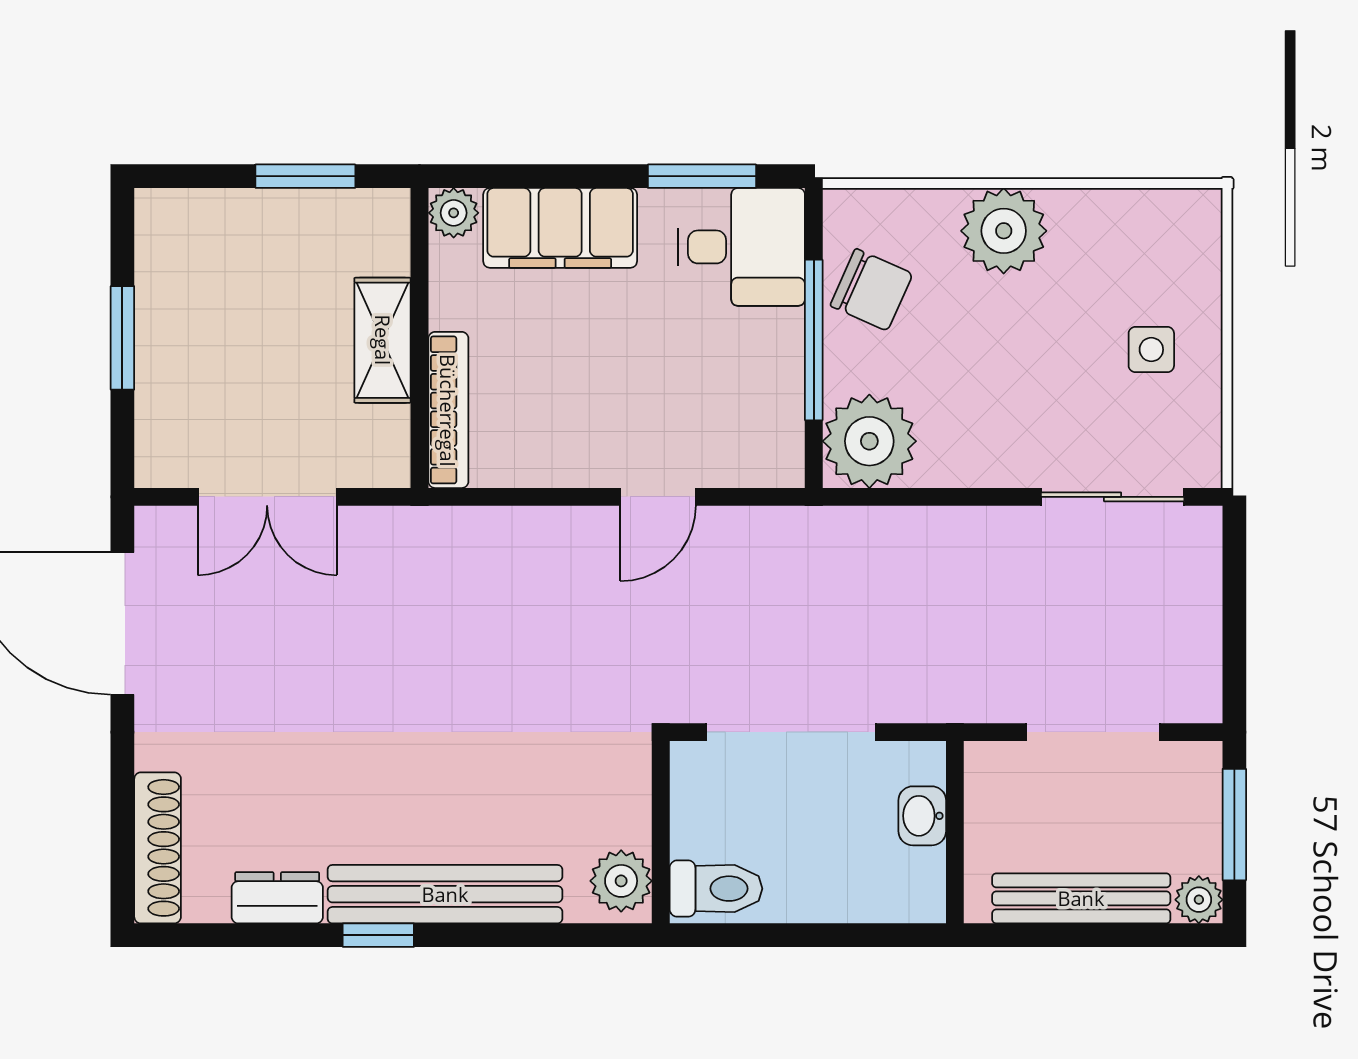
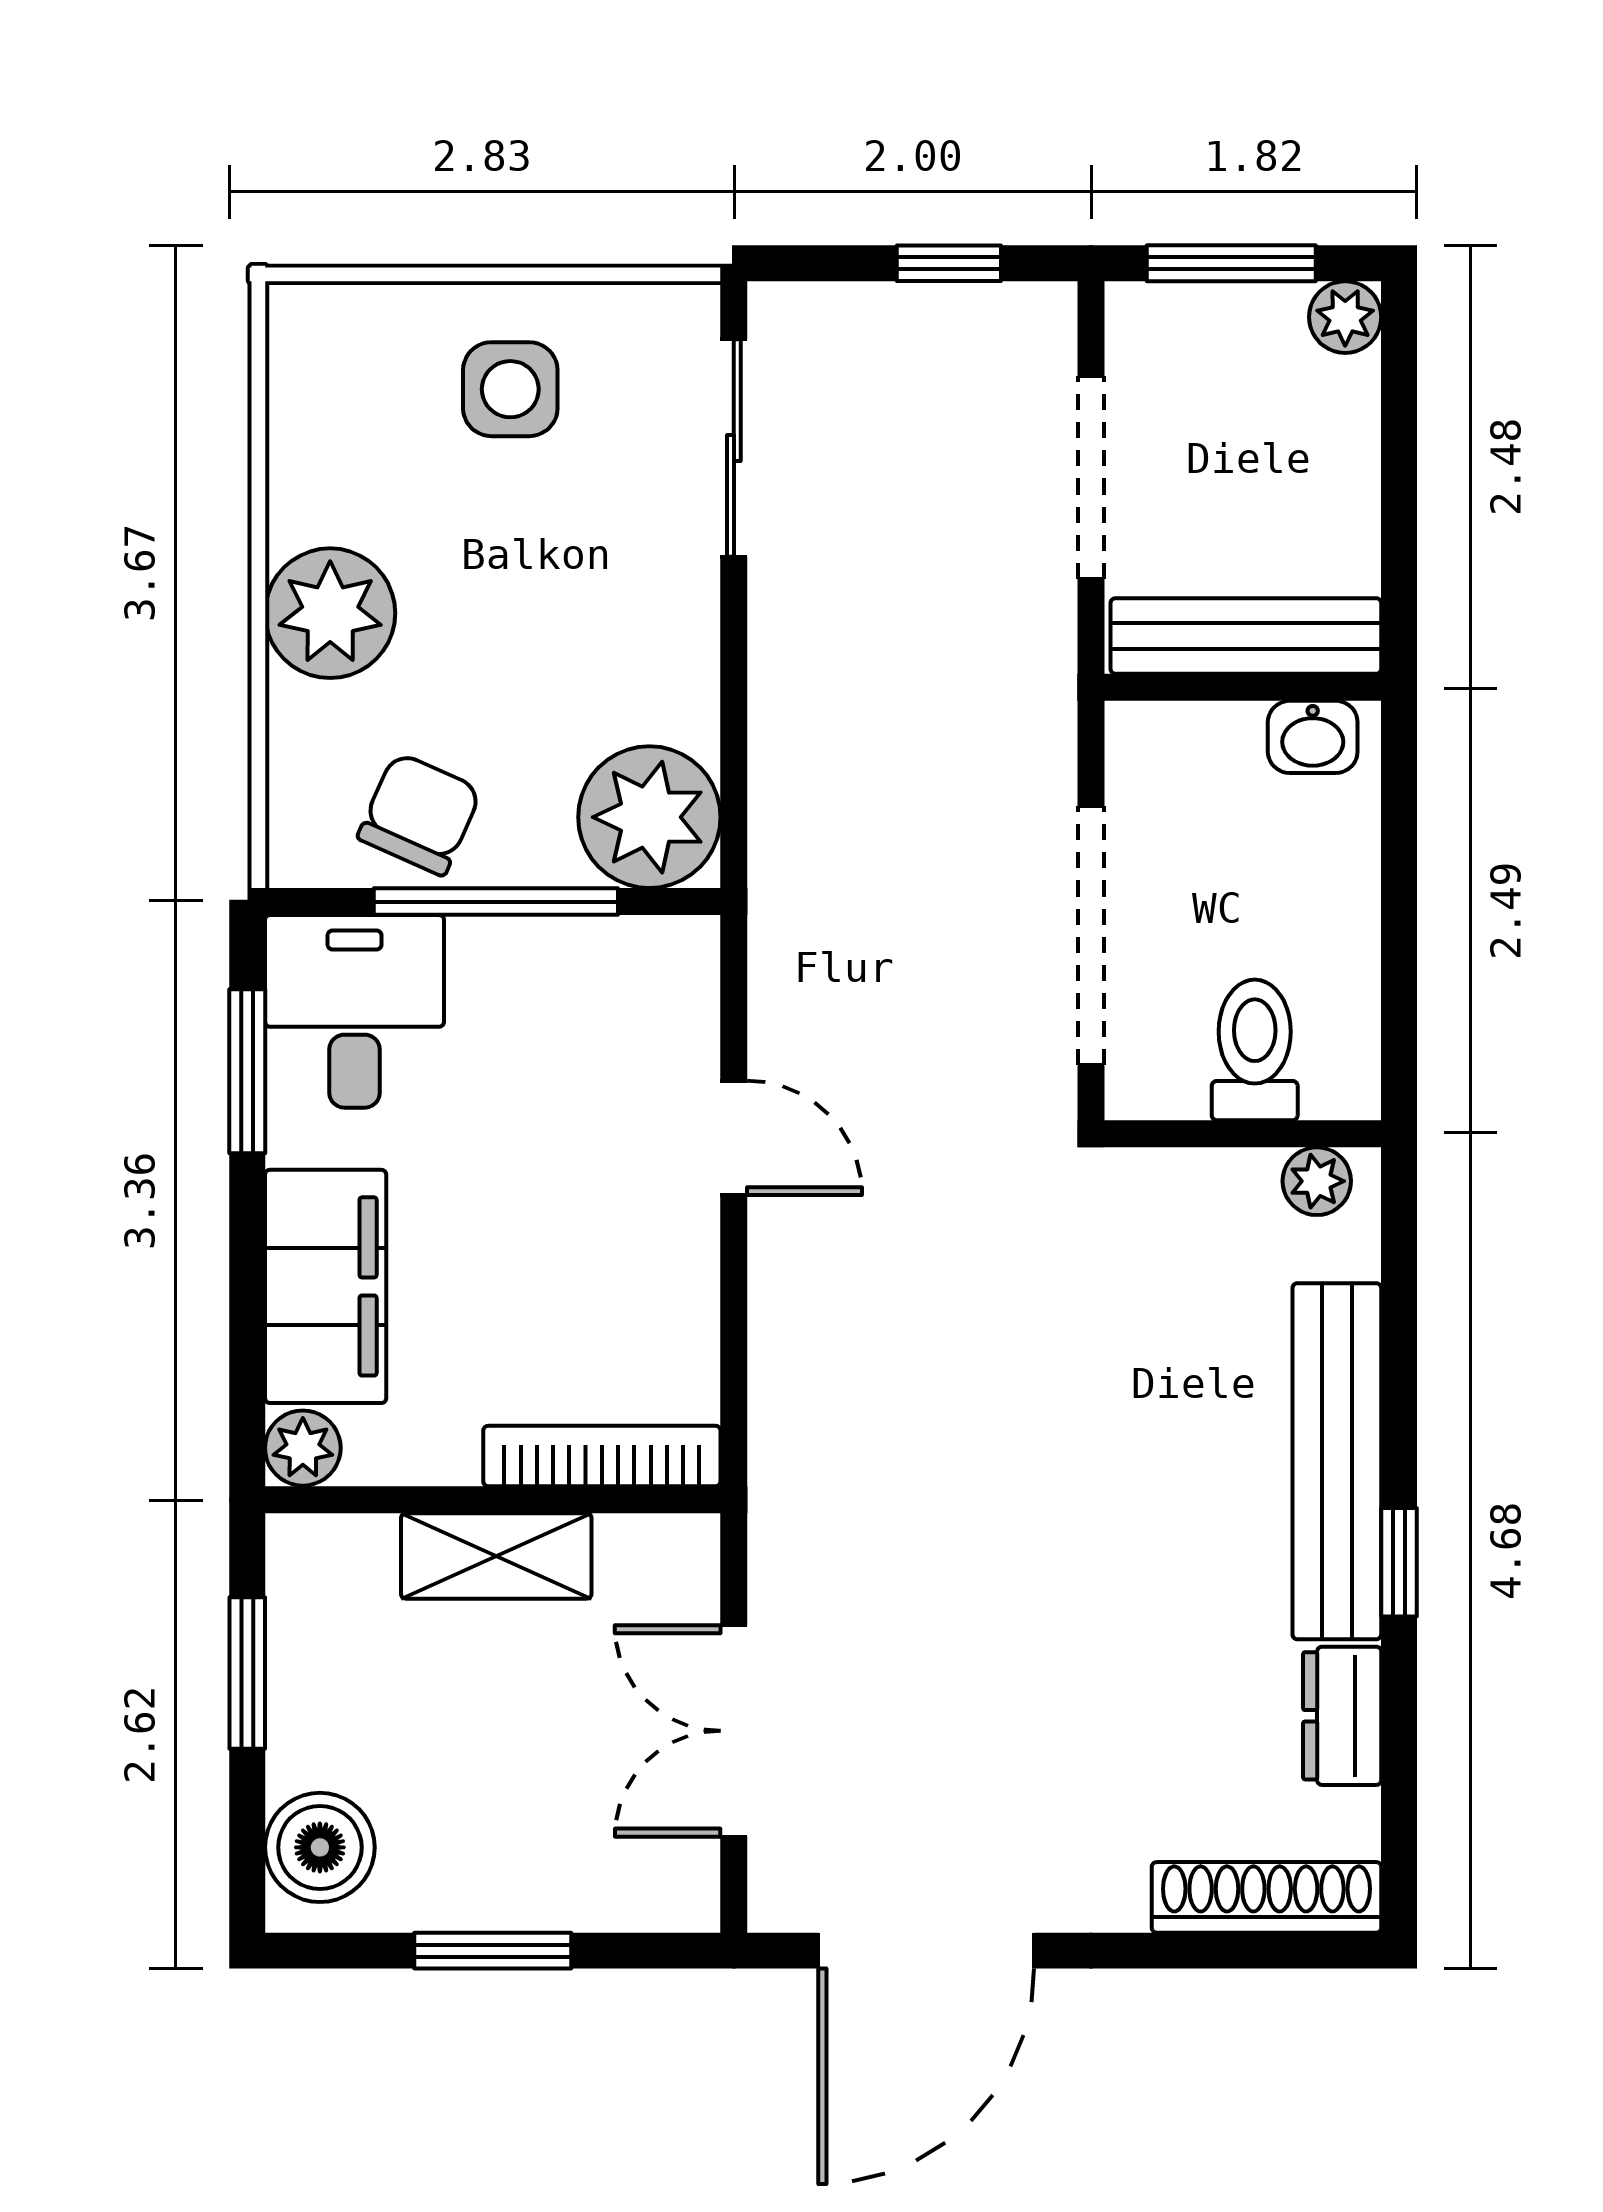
boiler: (190, 224) -> (320, 1847), added
side table: (1151, 350) -> (510, 389), width x1.37, depth x1.37
double door: (267, 497) -> (734, 1731), swing flipped
window: (1234, 639) -> (949, 263), added
washbasin: (922, 816) -> (1313, 737), moved
plant: (621, 881) -> (1317, 1181), width x0.73, depth x0.73
toilet: (716, 889) -> (1255, 1050), moved
bench: (1081, 898) -> (1246, 636), moved, turned 90

